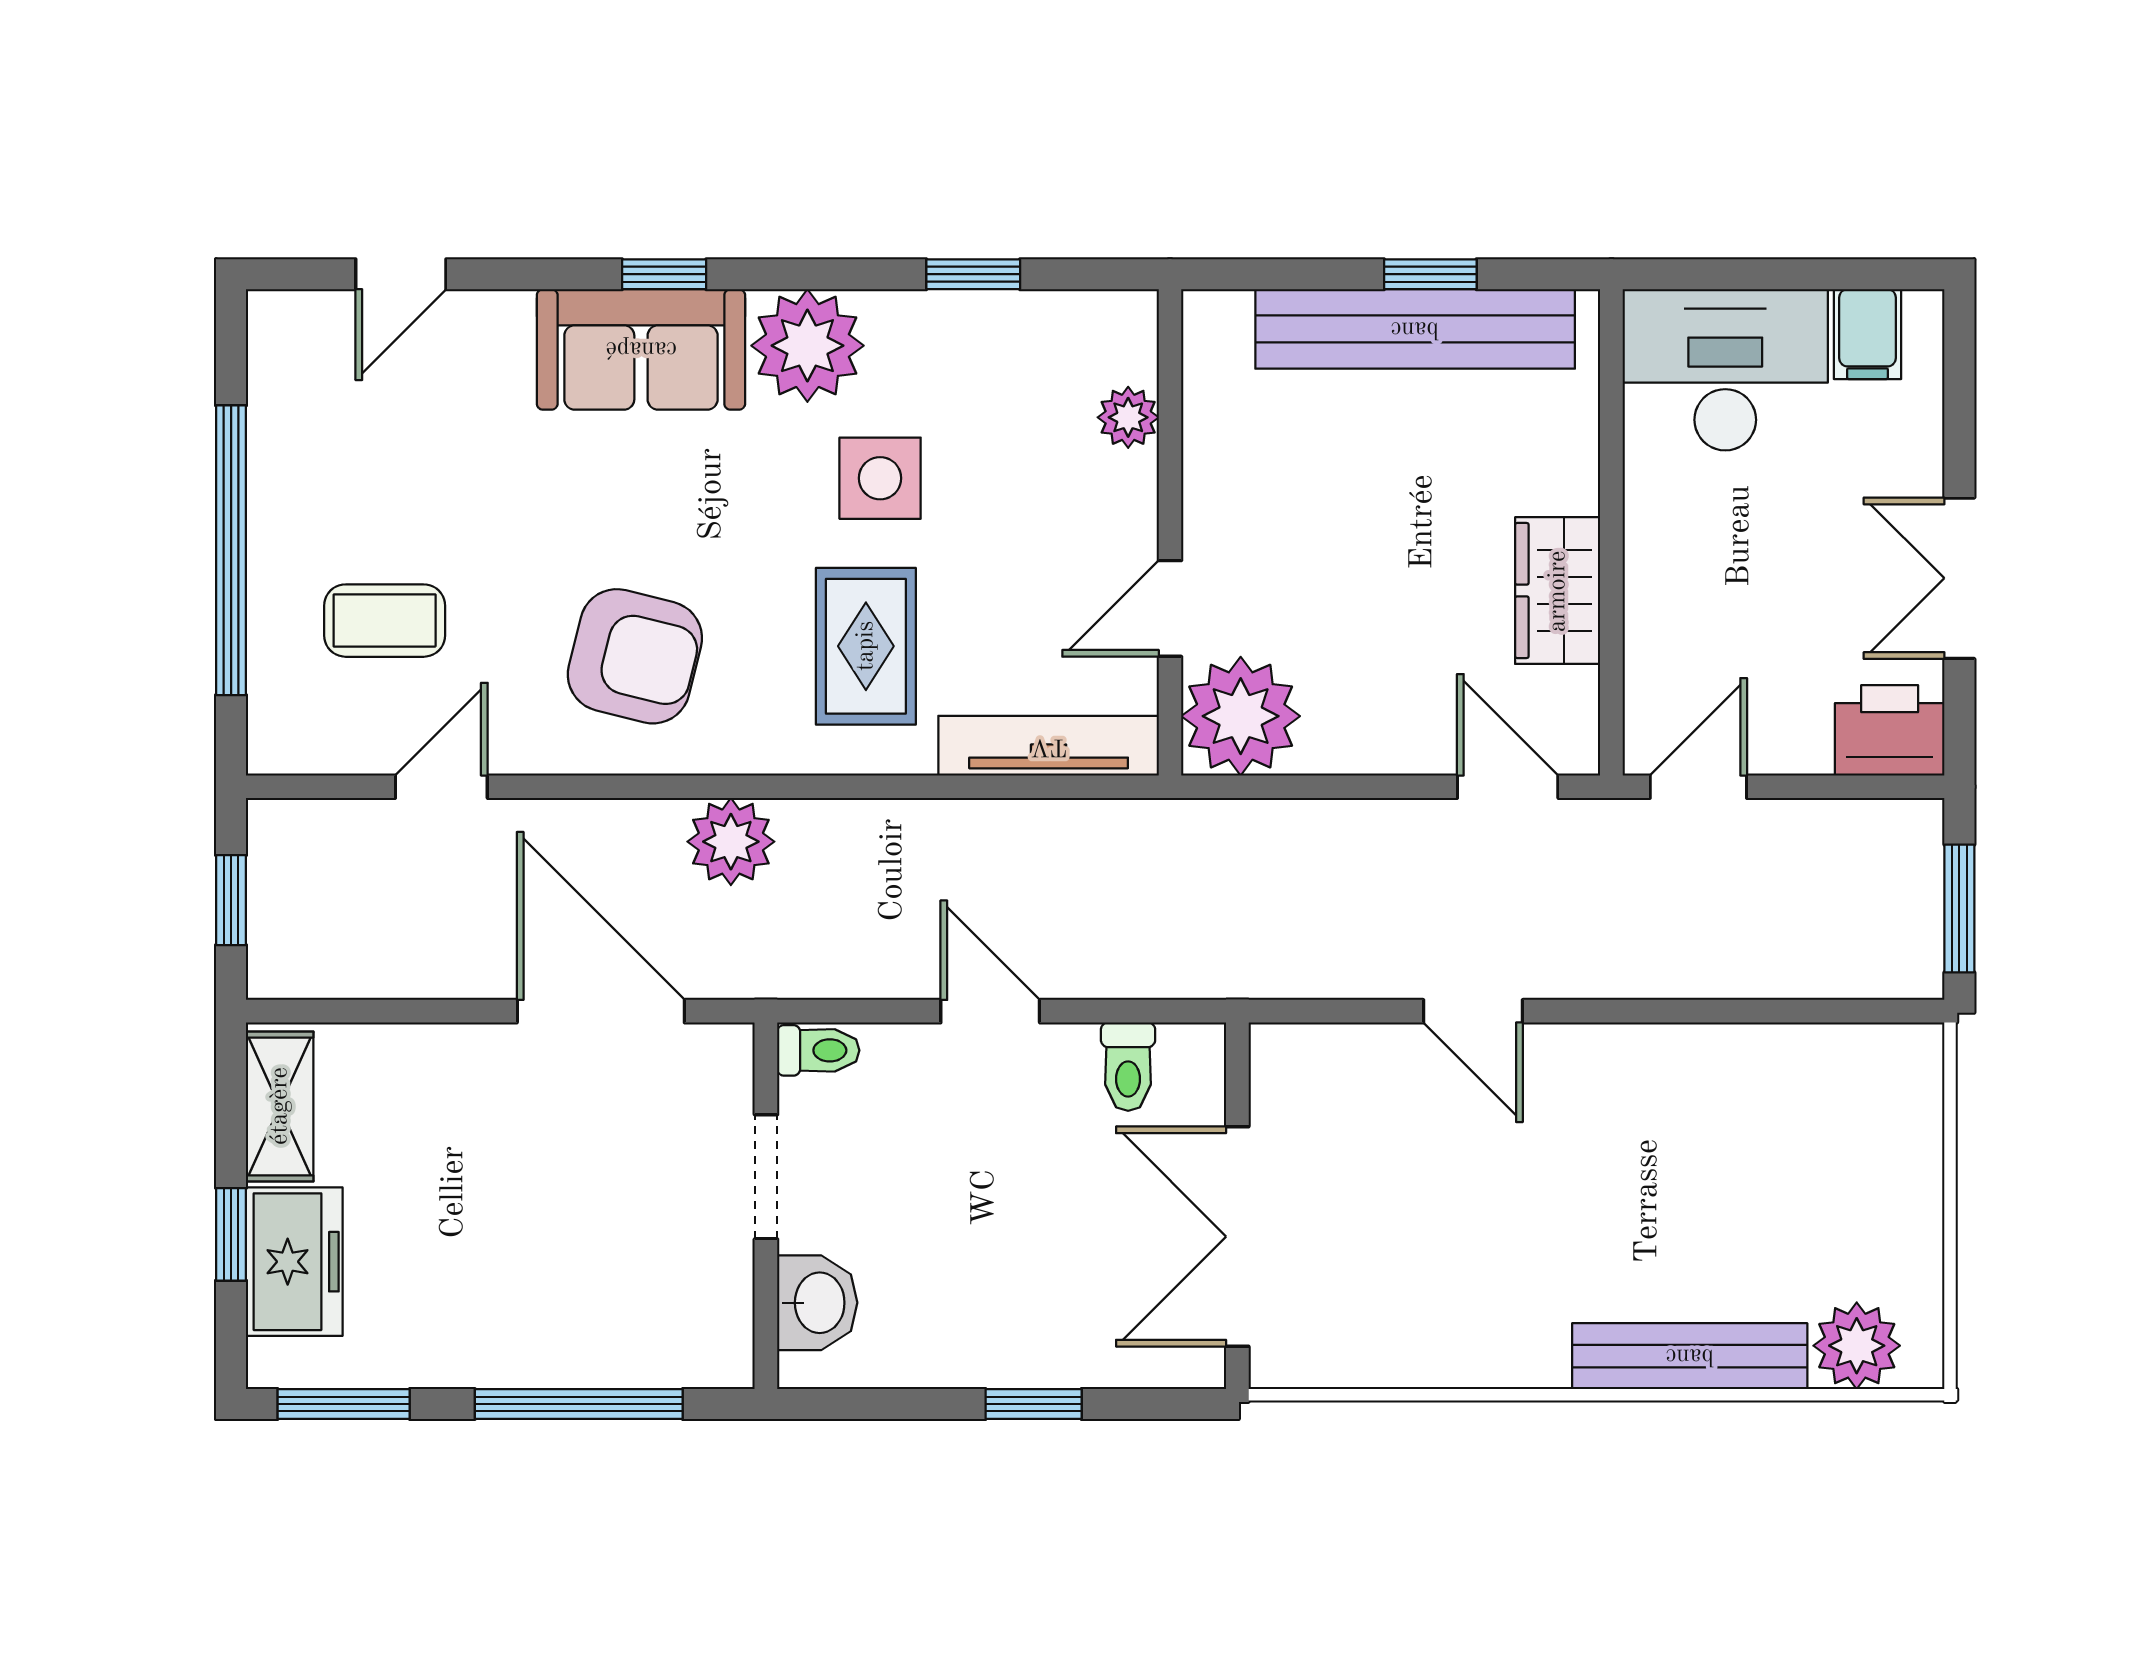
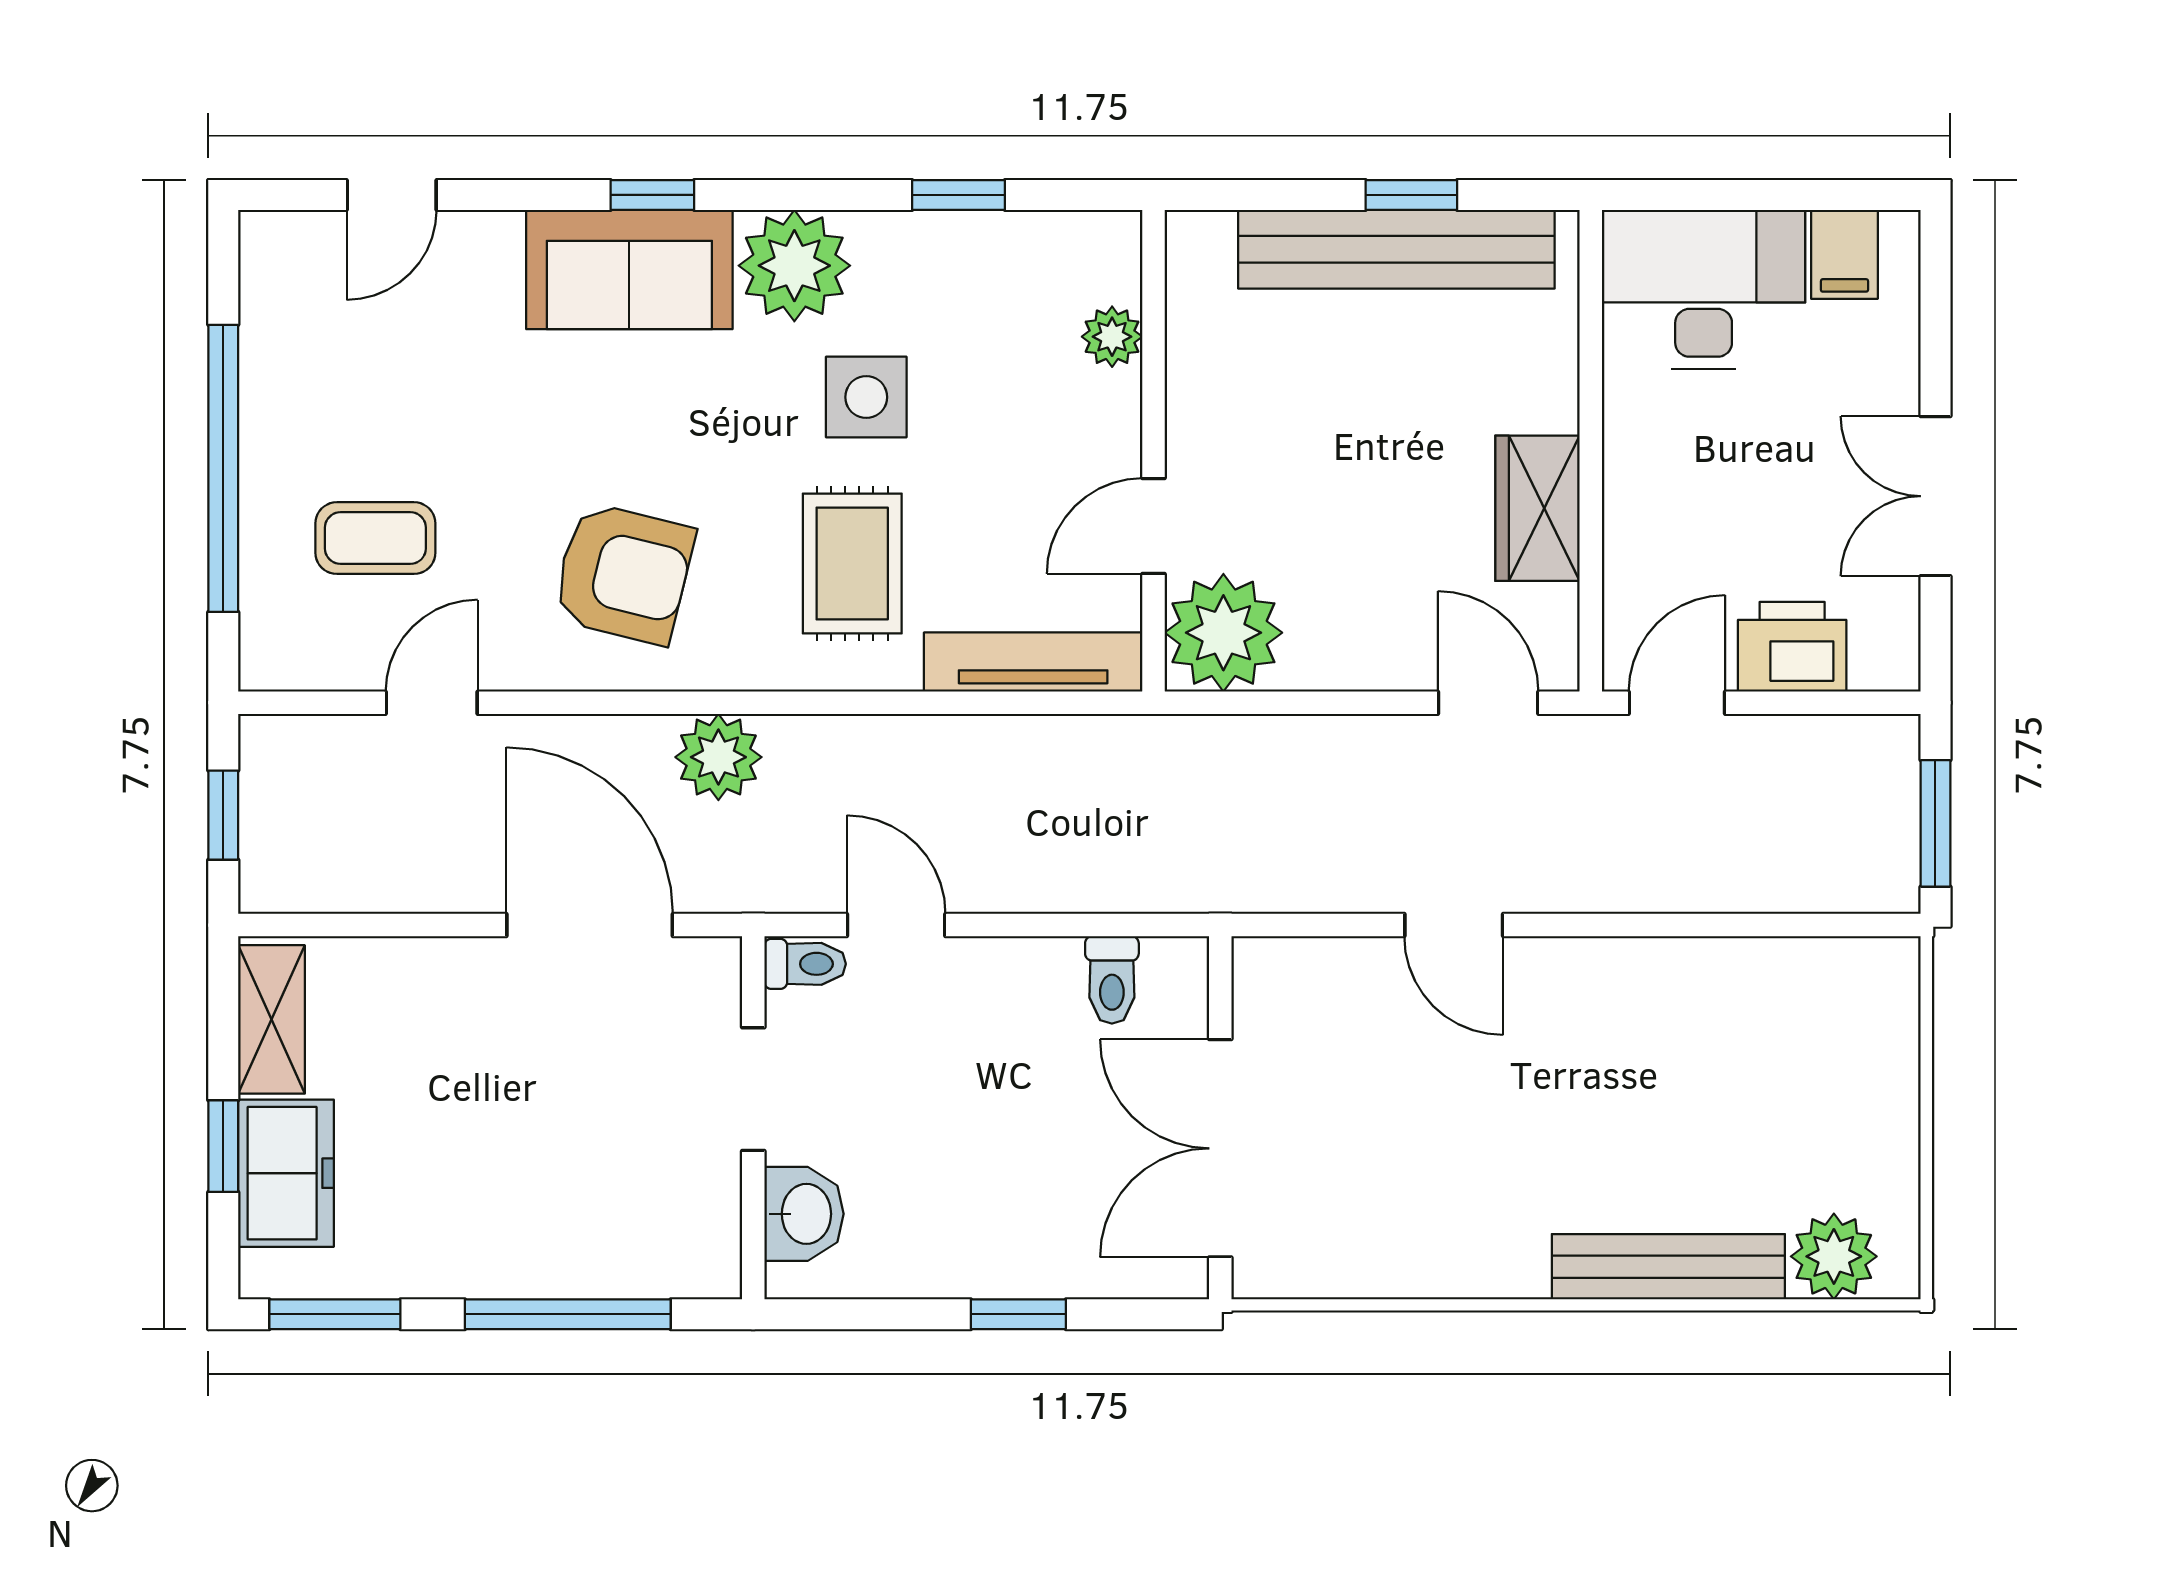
printer: (1890, 730) -> (1792, 647), moved
door: (990, 1011) -> (896, 925), moved

